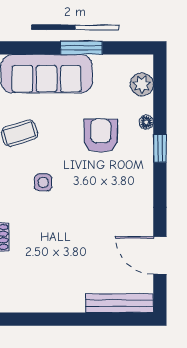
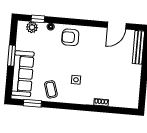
armchair: (101, 136) -> (70, 37), moved
window: (160, 148) -> (38, 19), moved

